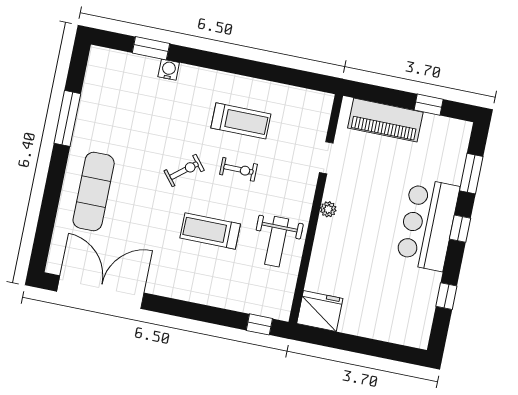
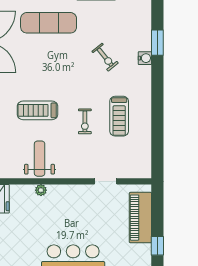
exercise bike: (184, 171) -> (105, 57), moved
plant: (328, 209) -> (41, 190), moved
treadmill: (210, 231) -> (37, 110), turned -90
weight bench: (277, 242) -> (40, 159), turned 90

